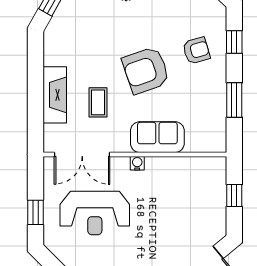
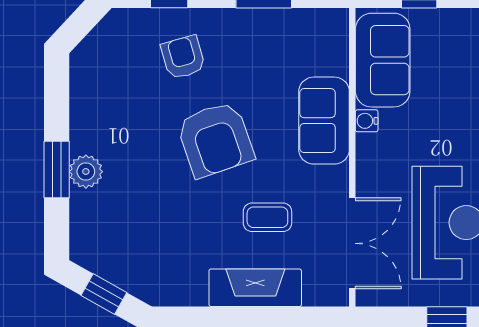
water cooler: (137, 163) -> (367, 121), moved
sofa: (195, 173) -> (383, 60), added

